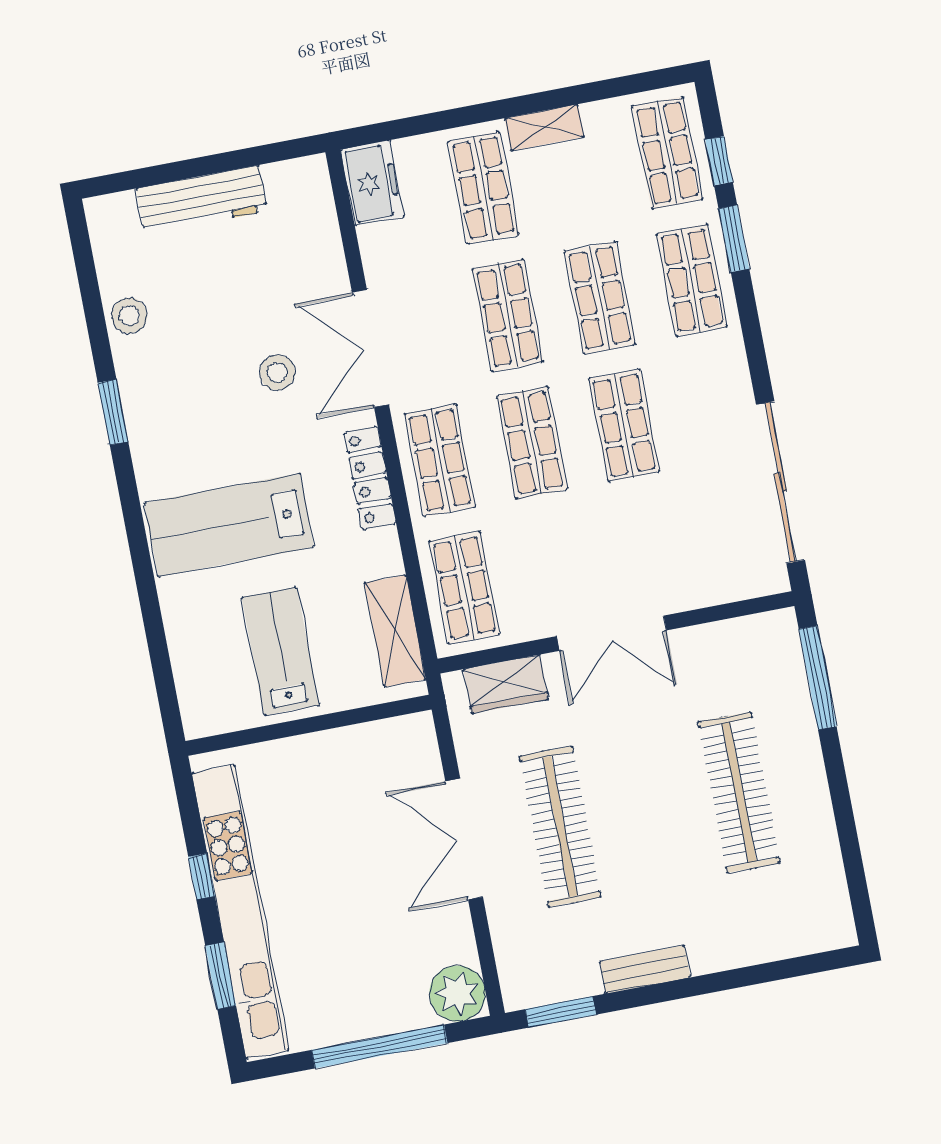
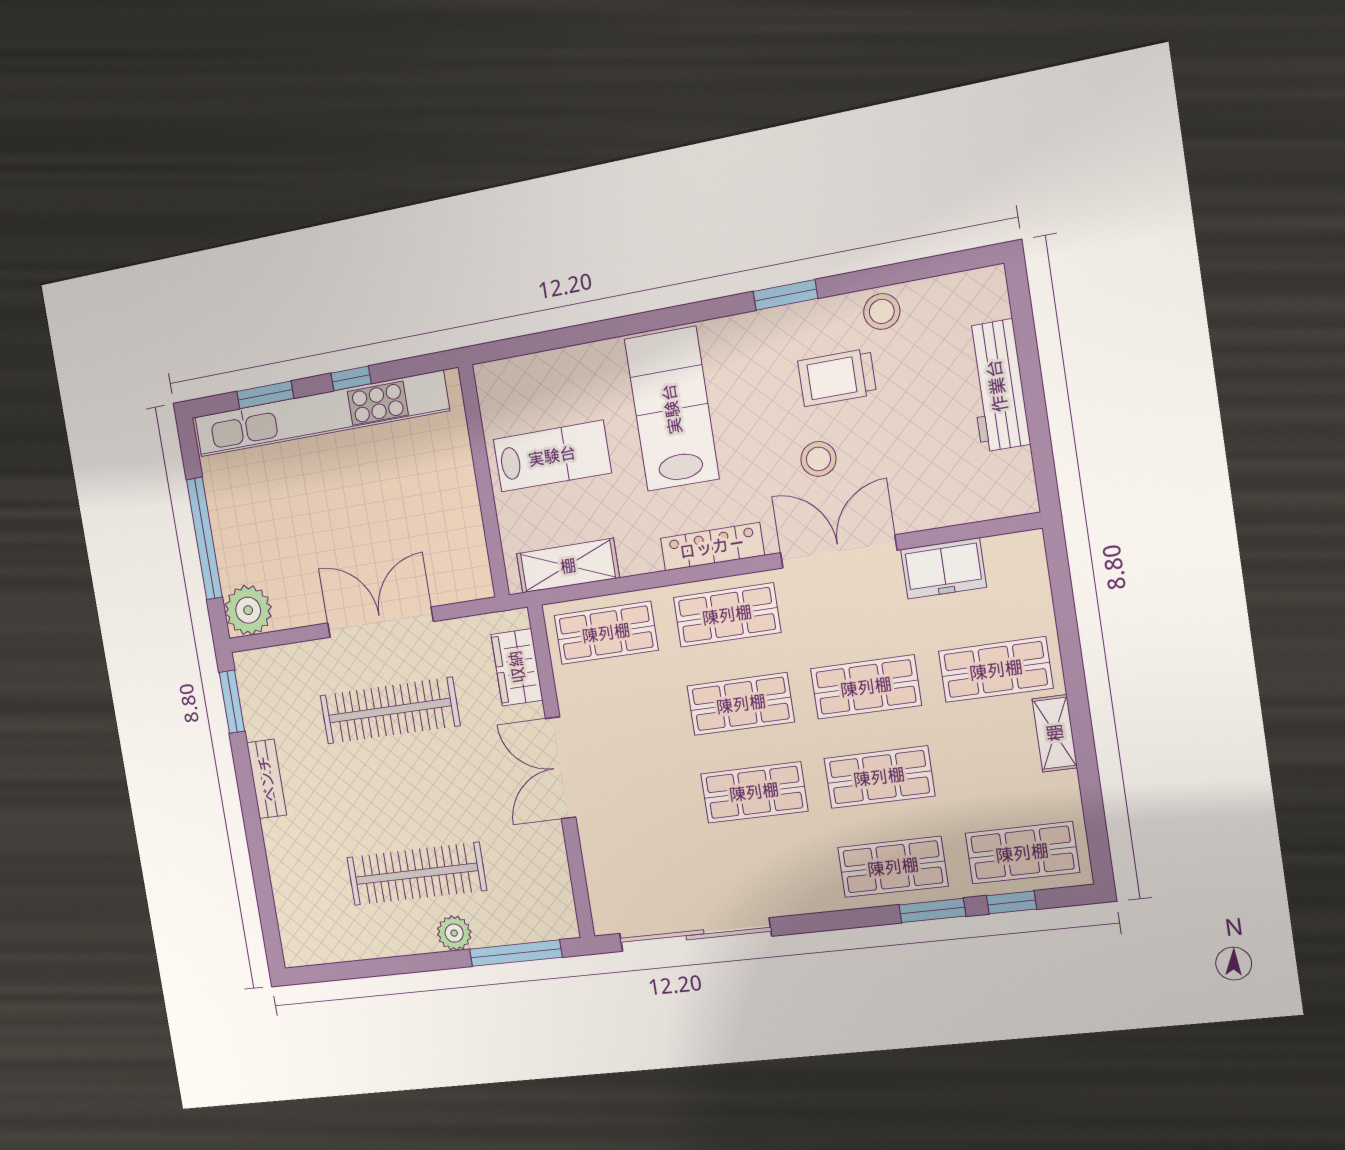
freezer: (372, 183) -> (943, 568), moved
trolley: (195, 357) -> (837, 377), added
plant: (802, 748) -> (454, 933), added

